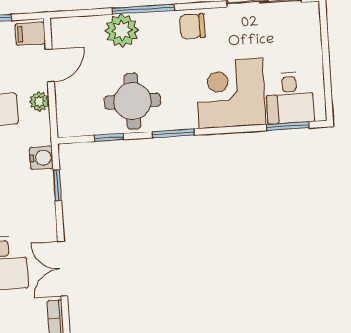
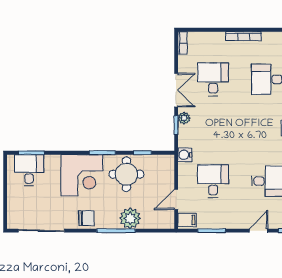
corner desk: (230, 93) -> (82, 175), moved
plant: (39, 102) -> (184, 118), moved
water cooler: (41, 158) -> (185, 155), moved
double door: (63, 269) -> (176, 90), moved

